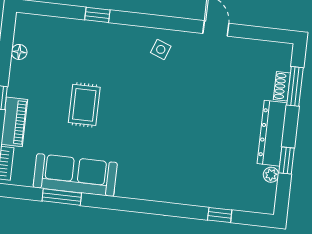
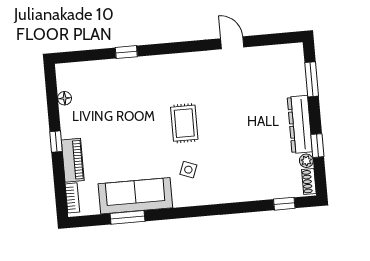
side table: (161, 49) -> (188, 170), moved
shoe rack: (282, 86) -> (309, 182), moved
rug: (84, 105) -> (184, 123), moved
window: (220, 215) -> (284, 204), moved

